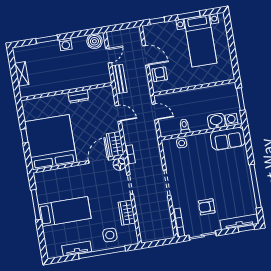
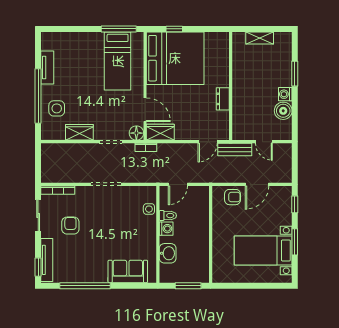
boiler: (94, 41) -> (283, 111), moved
door: (155, 112) -> (178, 184), moved
door: (118, 113) -> (208, 142), moved
washing machine: (231, 120) -> (166, 229), moved
window: (24, 136) -> (174, 29), moved
sofa: (228, 139) -> (128, 271), moved, turned 90
window: (36, 205) -> (119, 29), moved
bed: (65, 212) -> (118, 61), moved

